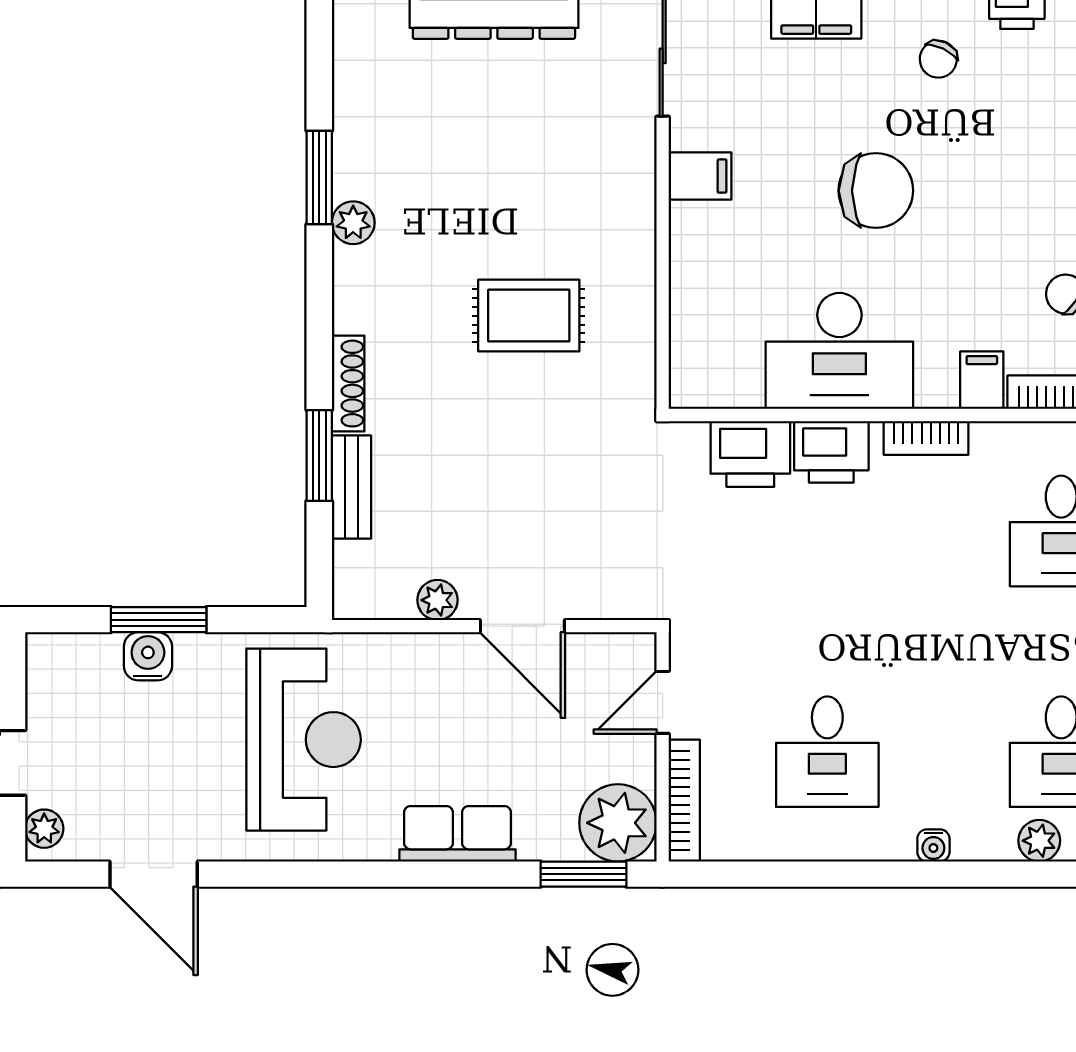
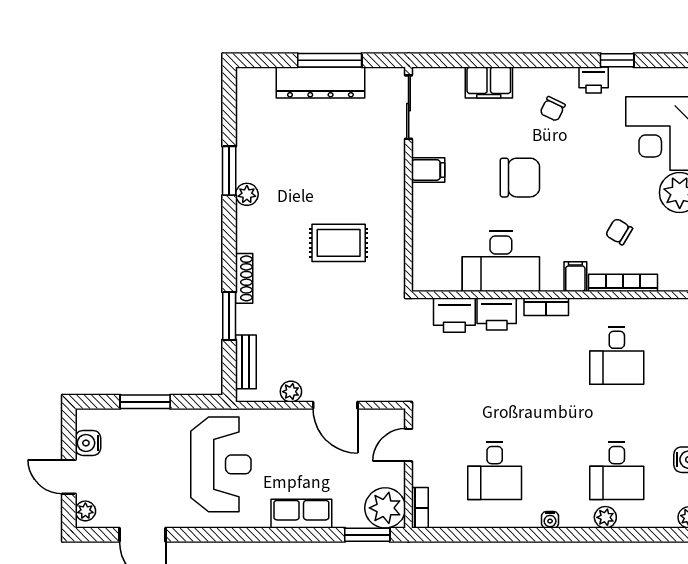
bench: (351, 487) -> (246, 362), moved
water cooler: (148, 656) -> (88, 443), moved, turned -90
bookcase: (684, 801) -> (420, 508), width x0.64

